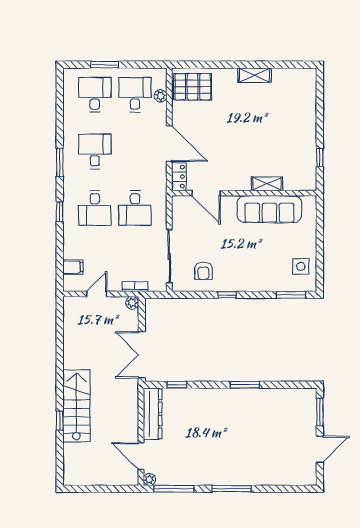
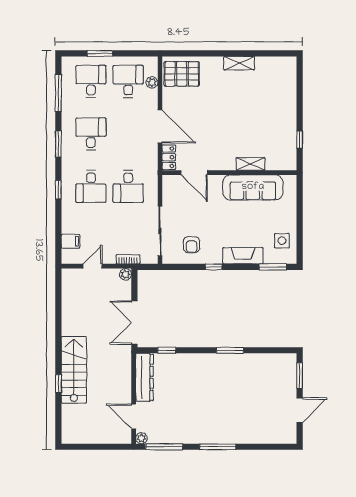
window: (60, 107) -> (58, 93), added
fireplace: (259, 283) -> (243, 256), added

